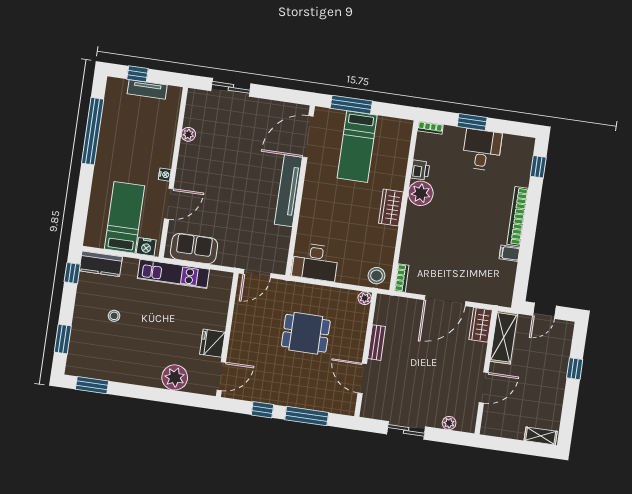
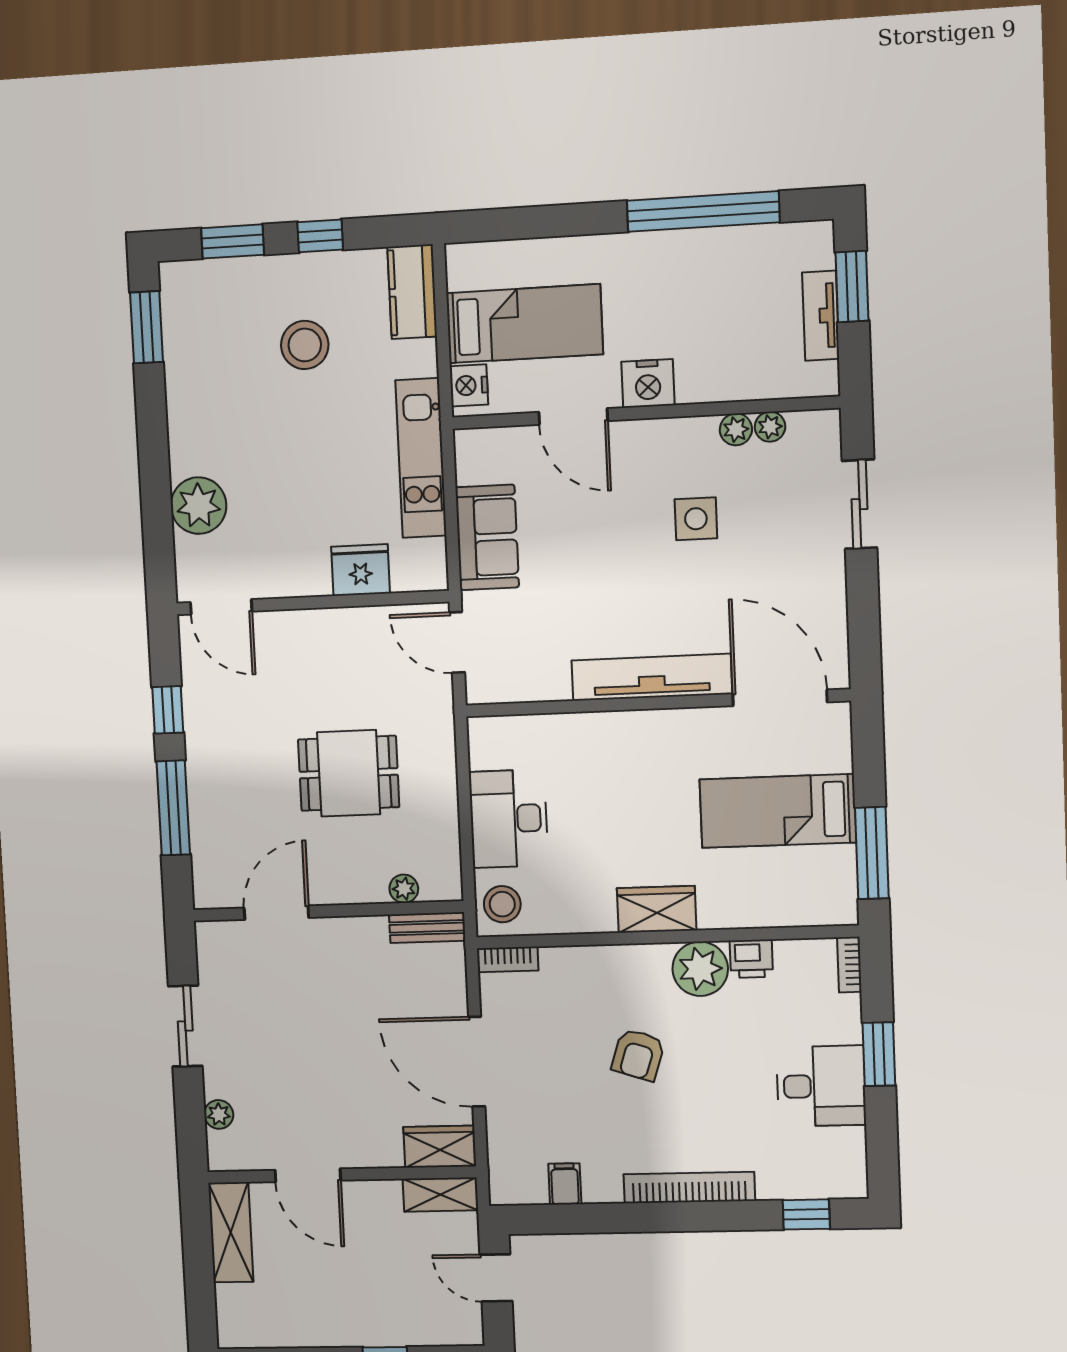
window: (138, 74) -> (852, 287), width x1.50
window: (351, 105) -> (872, 853), moved
plant: (190, 120) -> (770, 427), added
side table: (223, 159) -> (696, 519), added
nightstand: (165, 175) -> (648, 383), width x1.89, depth x1.79
armchair: (454, 228) -> (638, 1055), added
sofa: (194, 249) -> (487, 537), moved
filing cabinet: (509, 253) -> (565, 1184), moved
desk: (315, 262) -> (509, 819), moved
window: (72, 273) -> (320, 236), moved
plant: (365, 298) -> (404, 889), moved
stool: (114, 316) -> (305, 345), width x1.89, depth x1.89
dining table: (306, 333) -> (349, 773), turned 90
shelving: (504, 337) -> (440, 1195), width x0.67, depth x0.75
fridge: (212, 343) -> (361, 570), moved
bench: (377, 343) -> (427, 928), moved
shelving: (541, 436) -> (231, 1232), moved, width x1.50, depth x1.33

